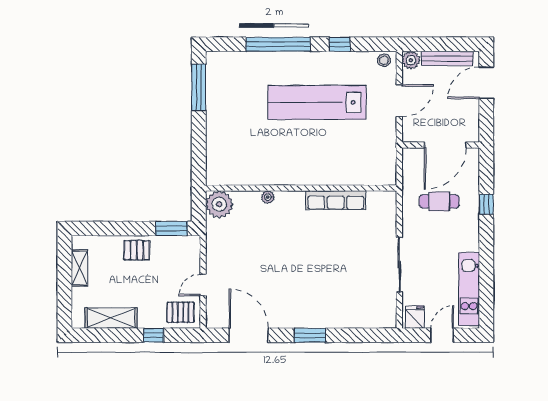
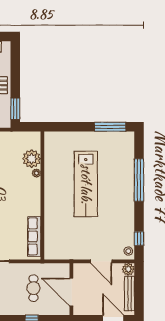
window: (340, 44) -> (139, 239), moved
lab bench: (317, 102) -> (86, 184), moved, turned 180
row of seats: (336, 200) -> (34, 236), moved
plant: (219, 204) -> (32, 159), moved

